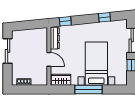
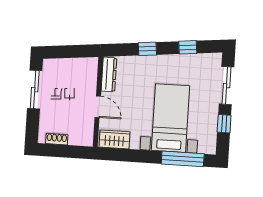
window: (65, 21) -> (147, 49), moved
window: (88, 89) -> (183, 159), moved

